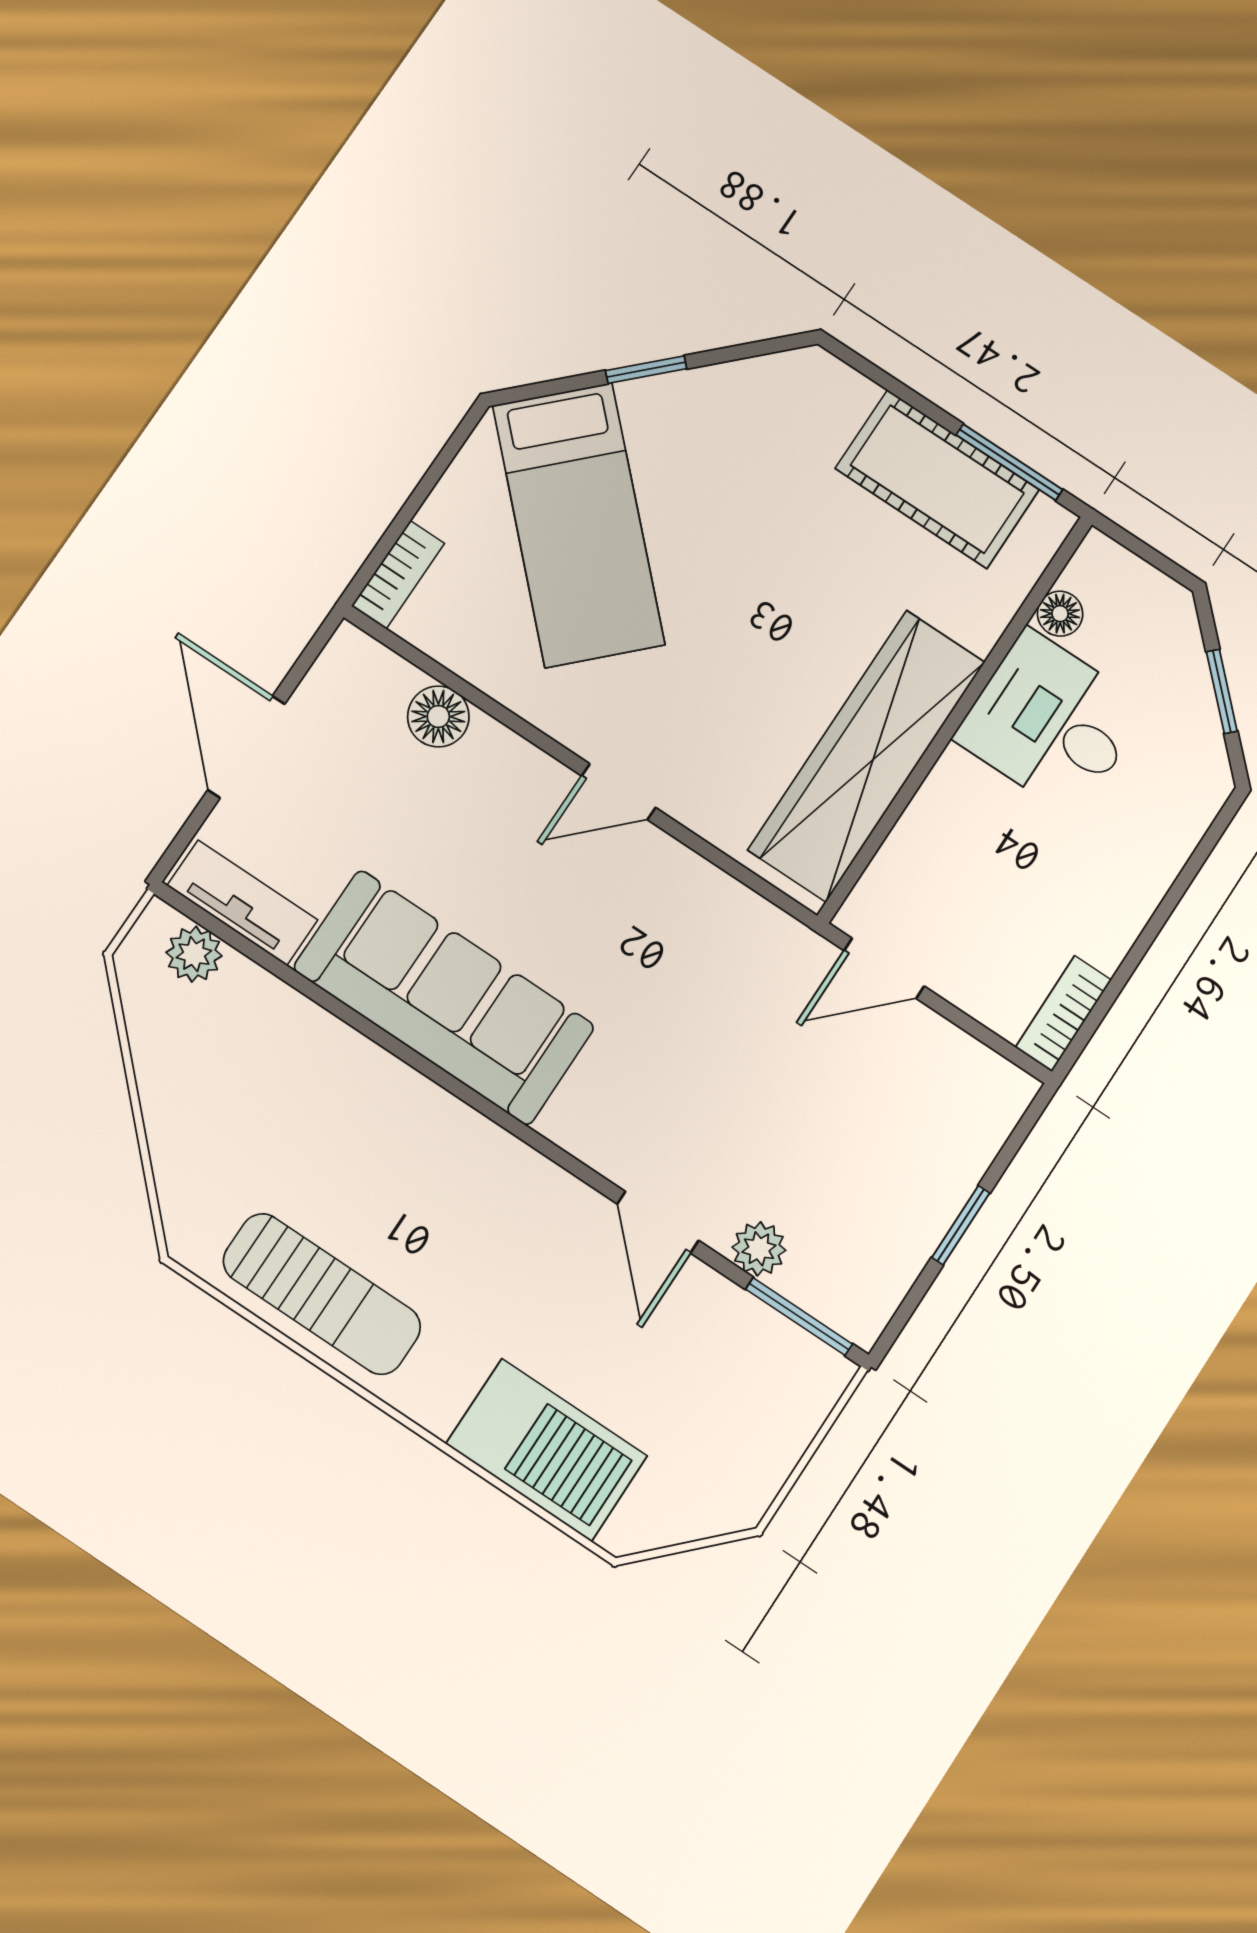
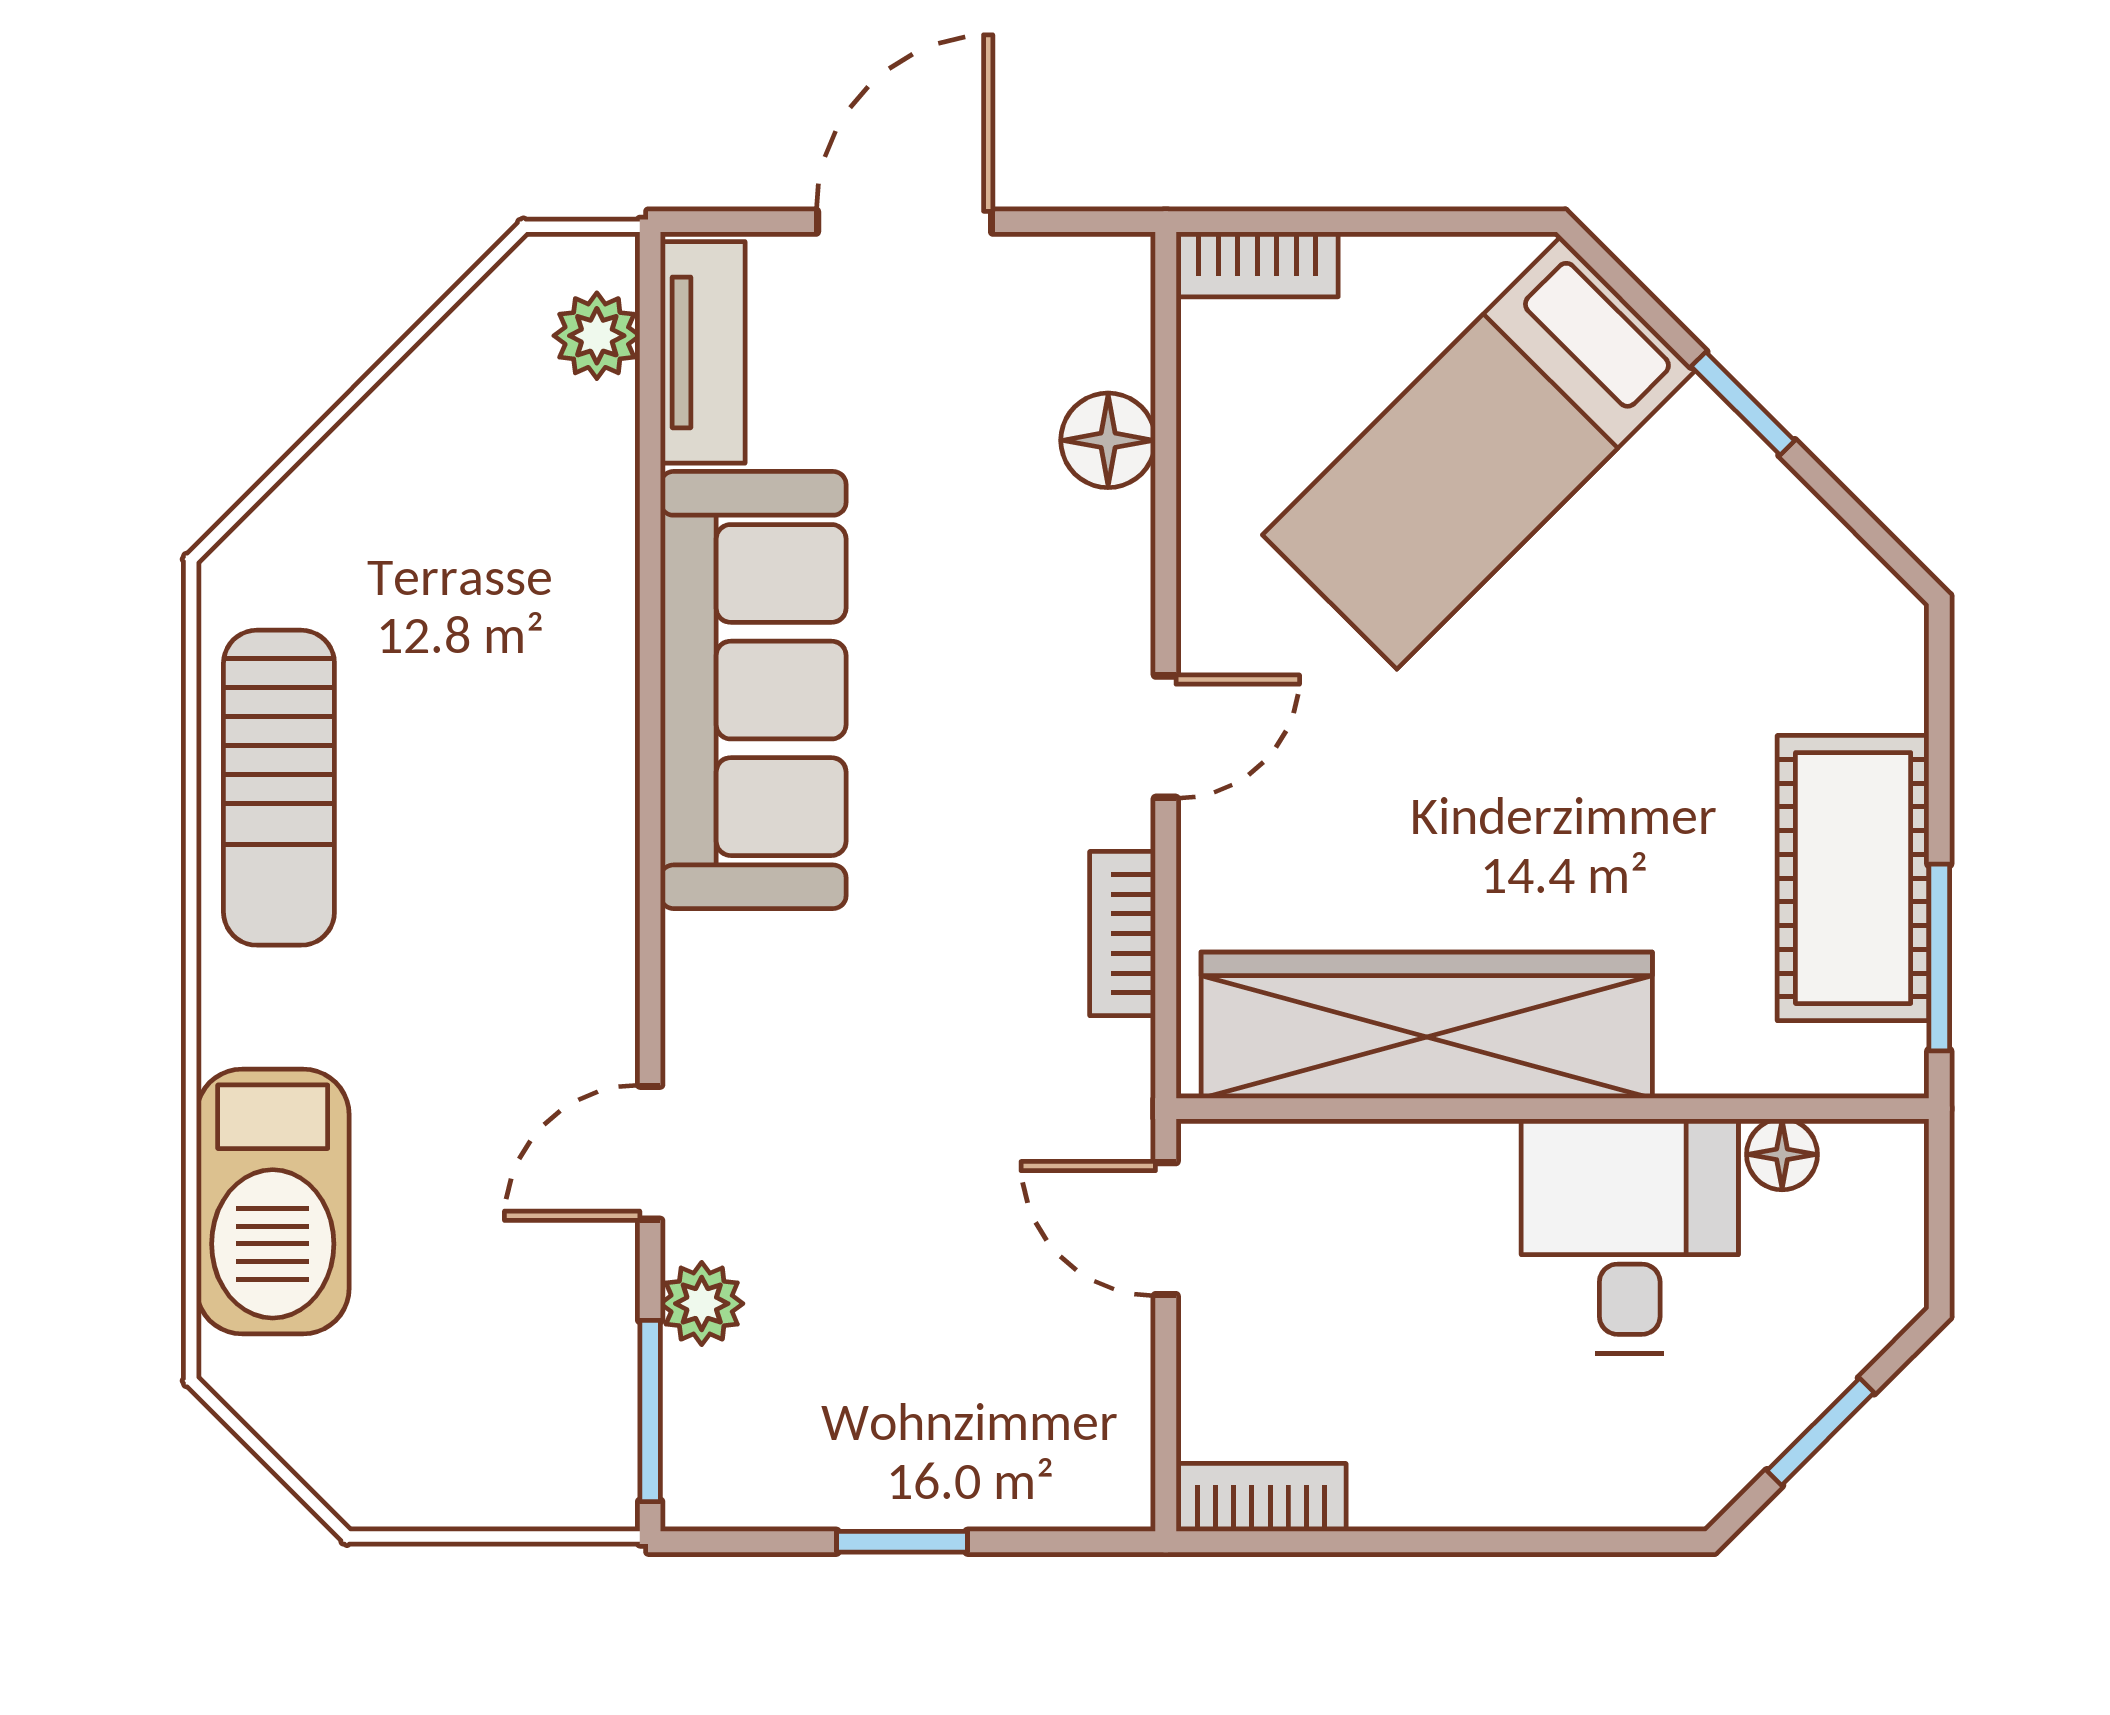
door: (619, 792) -> (1166, 737), swing flipped
bookcase: (709, 886) -> (1123, 934), added

